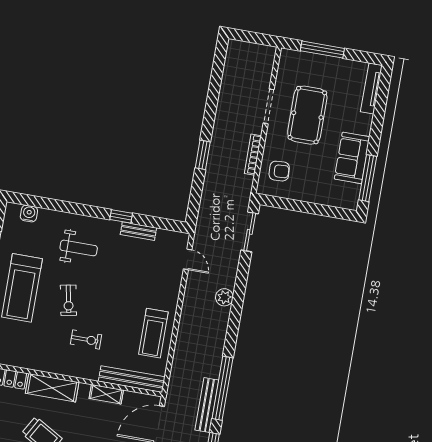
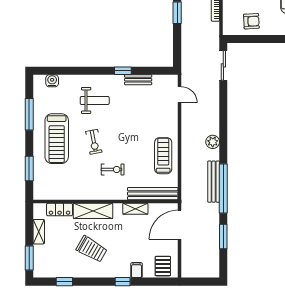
armchair: (279, 171) -> (251, 21), moved
plant: (224, 297) -> (213, 142), moved
treadmill: (153, 333) -> (163, 156), turned 180
bench: (207, 405) -> (214, 182), moved

